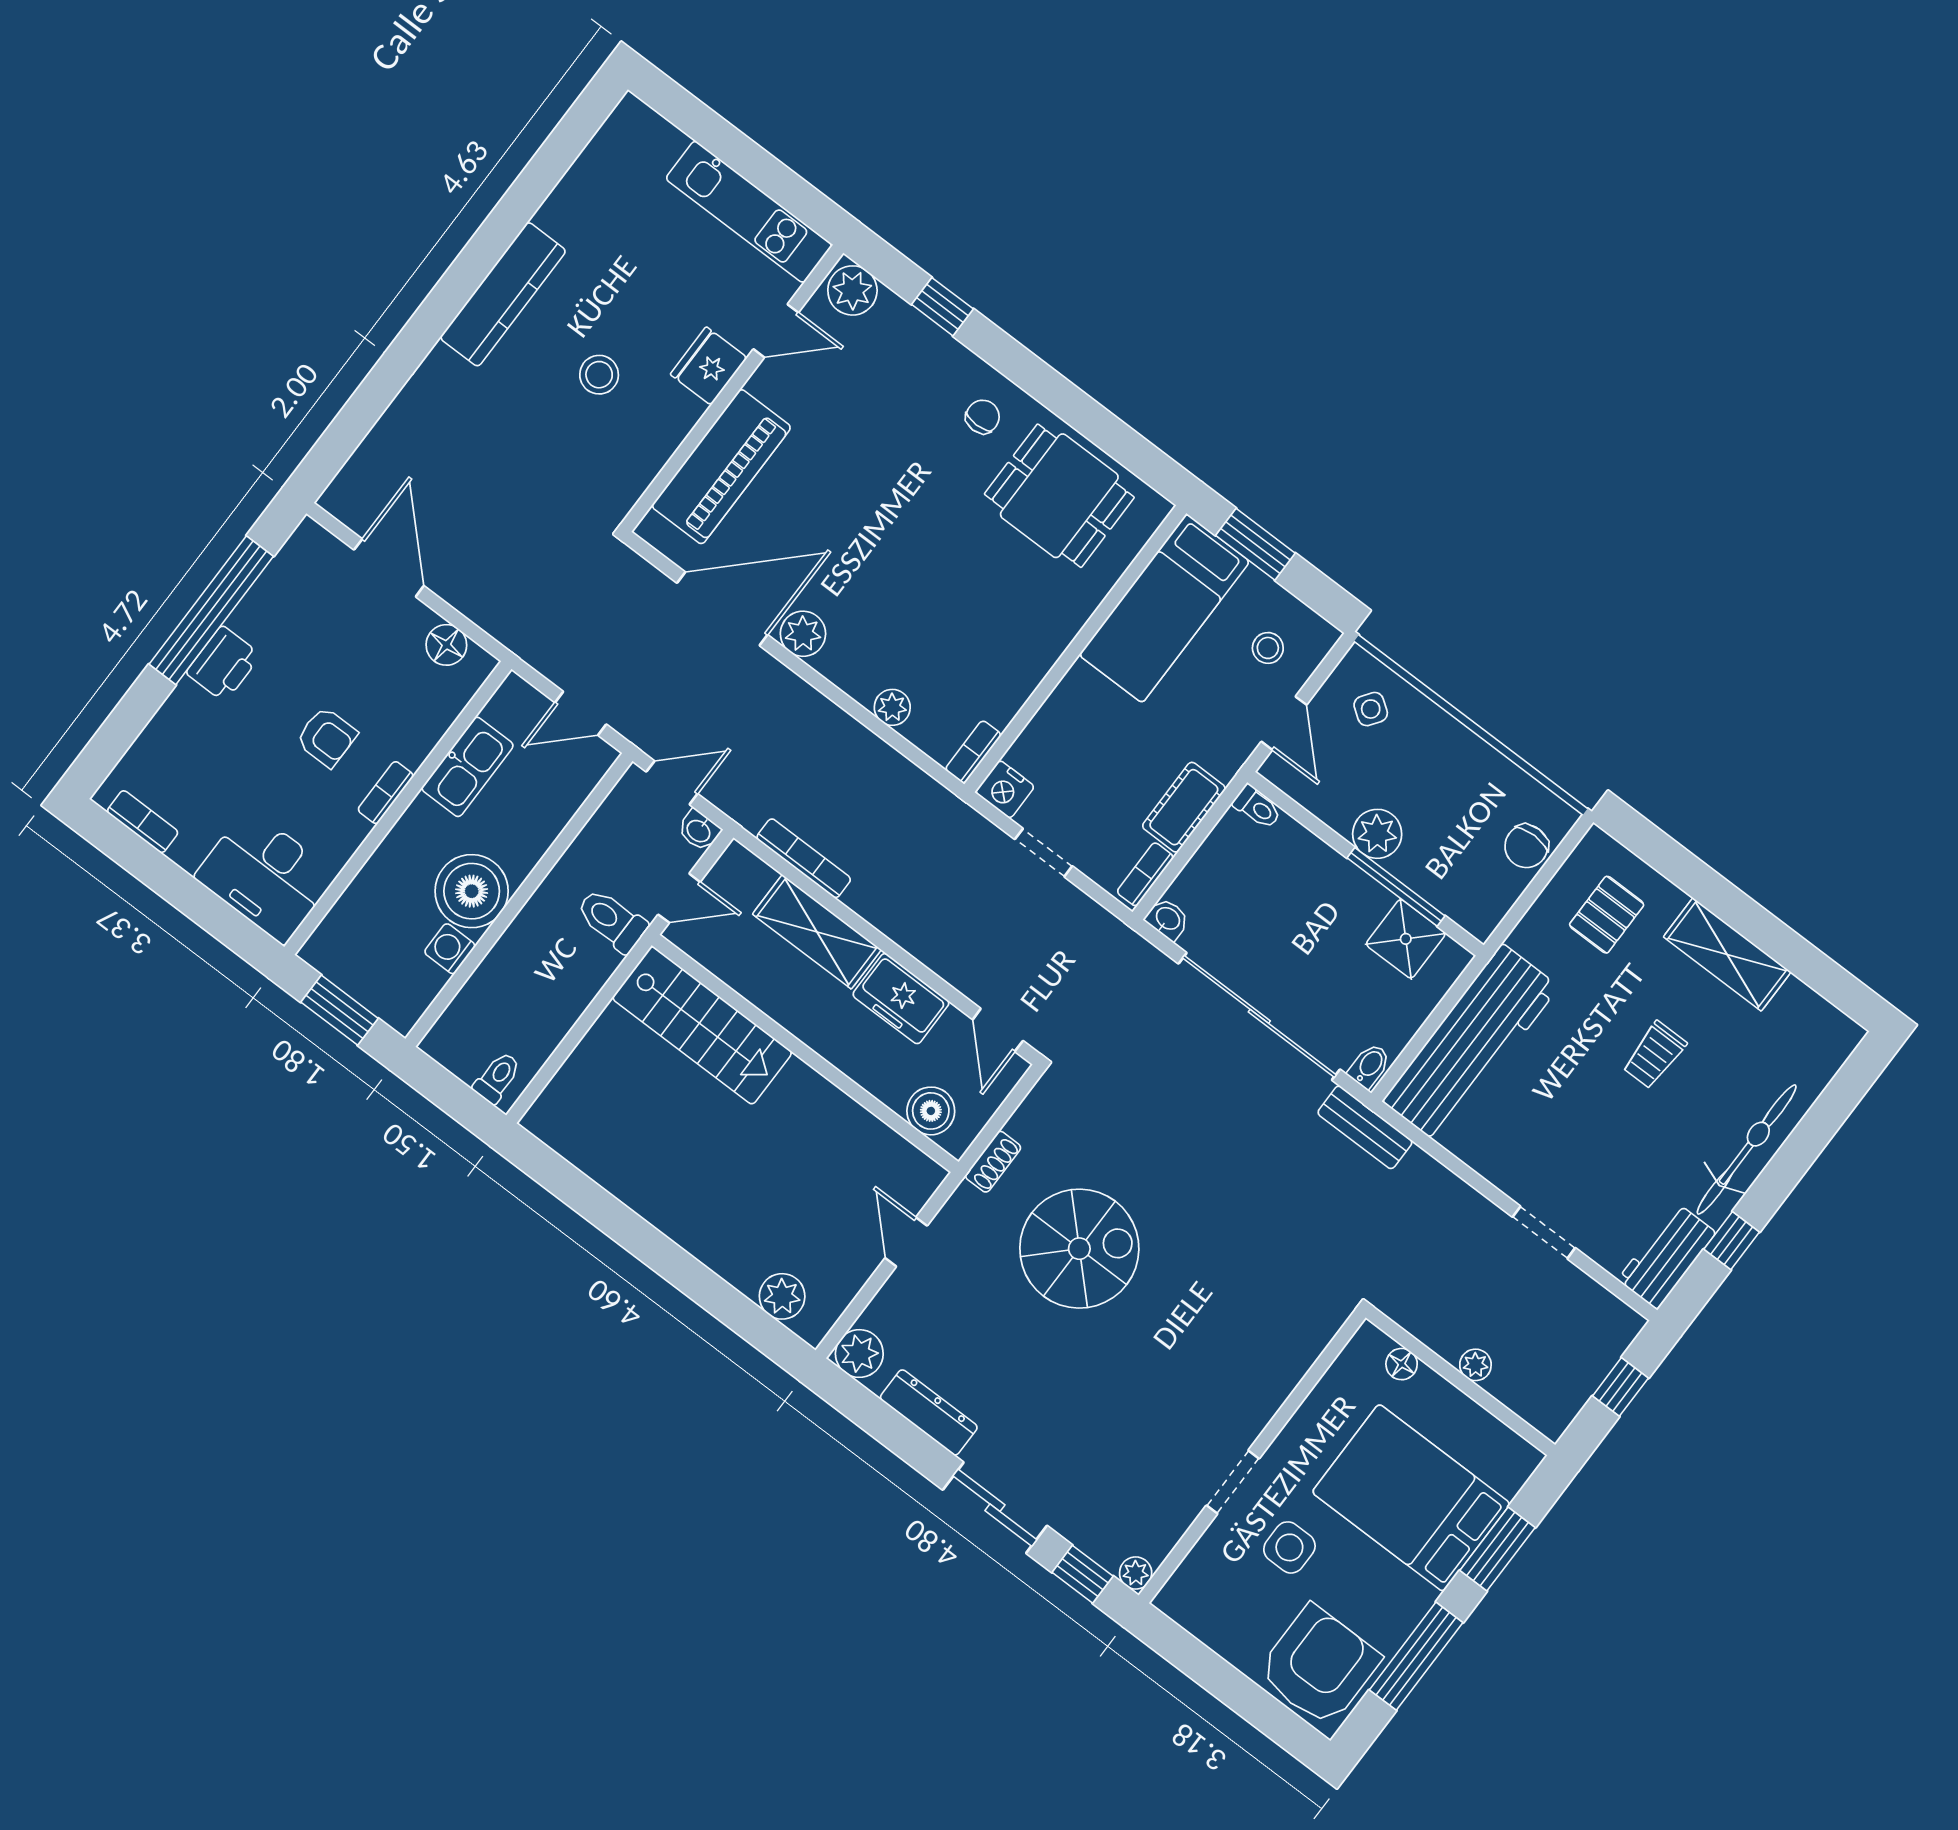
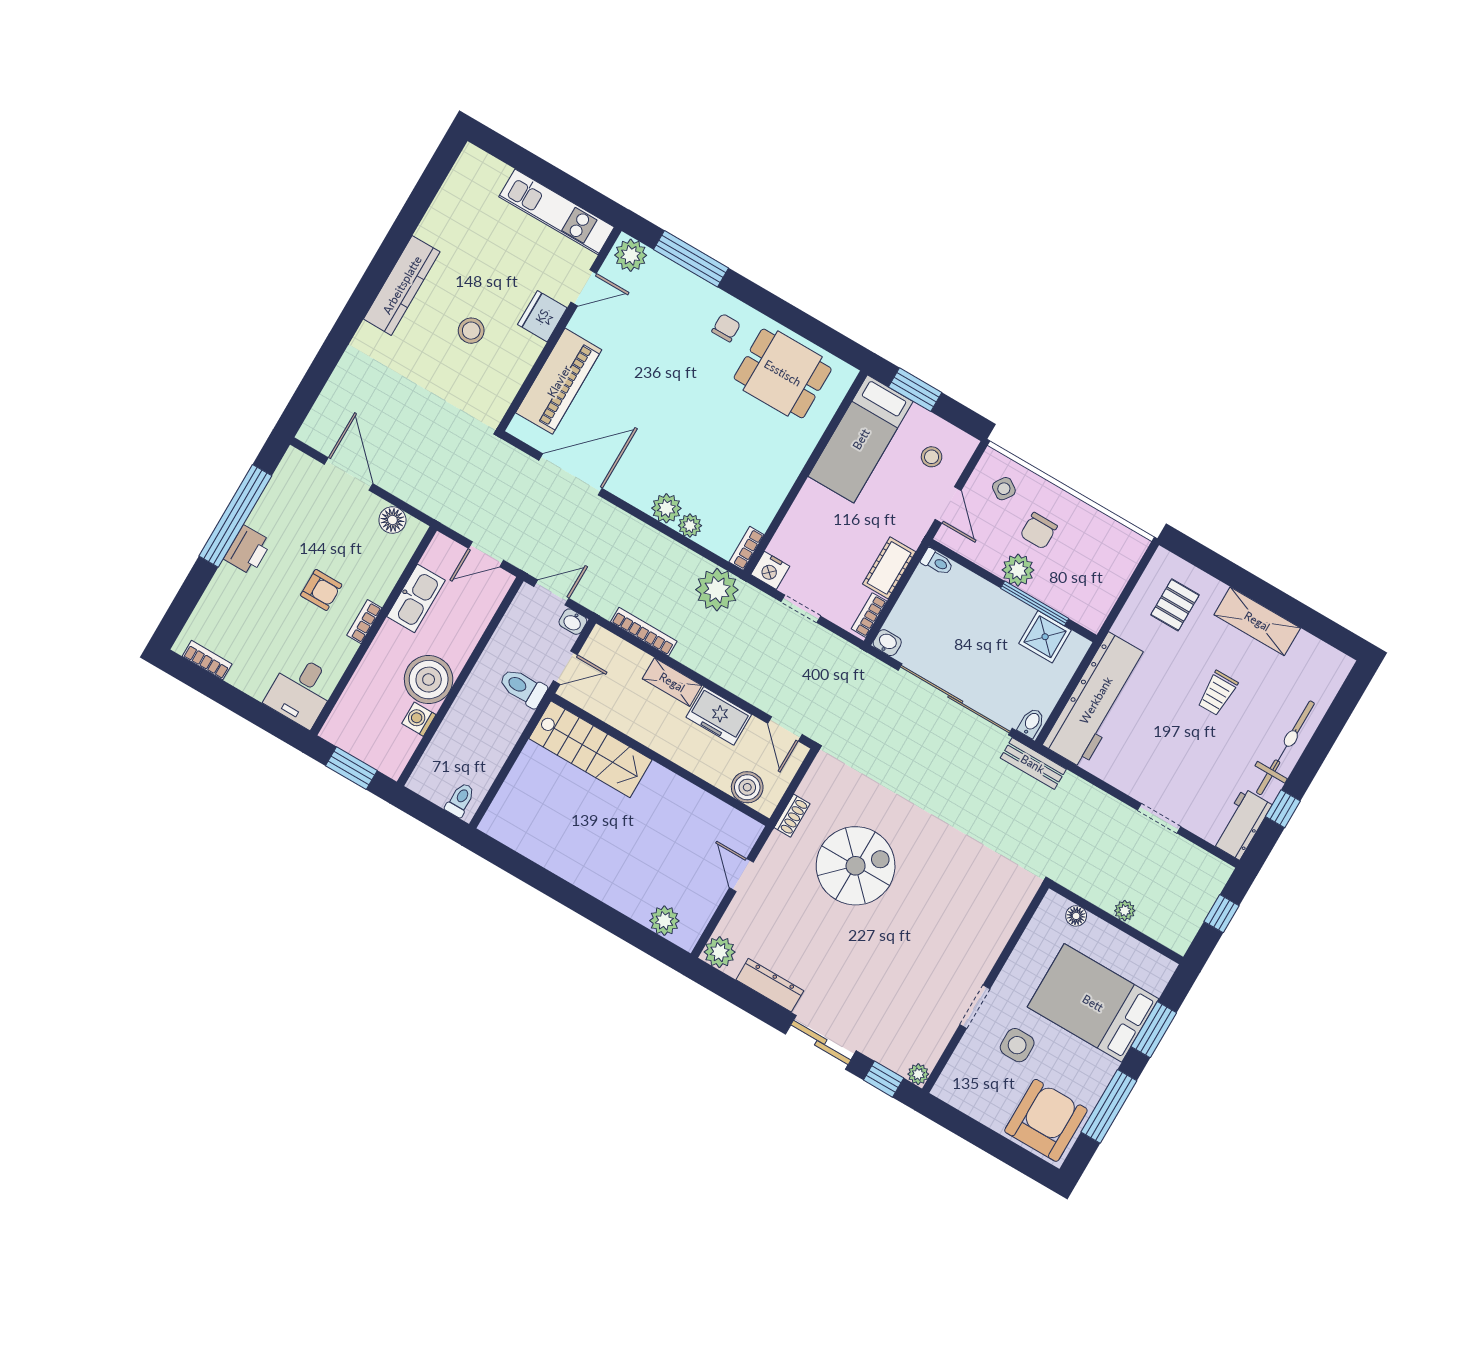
window: (942, 307) -> (691, 259), width x2.17
plant: (803, 634) -> (666, 508), moved
plant: (921, 809) -> (717, 590), added
chair: (1526, 846) -> (1039, 531), moved
desk: (266, 876) -> (301, 691), width x0.73
shelving: (817, 932) -> (672, 682), width x0.67, depth x0.75

